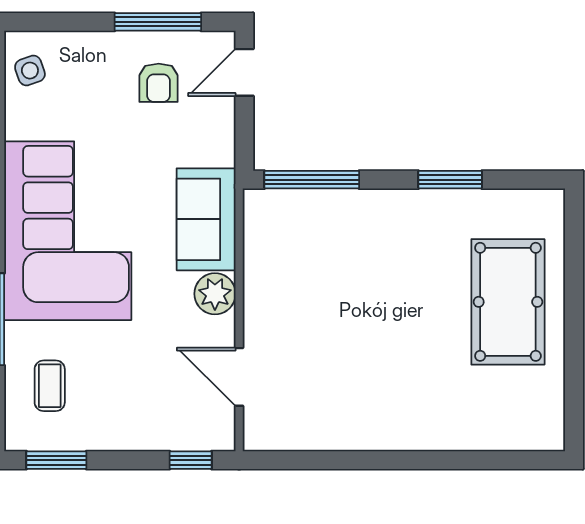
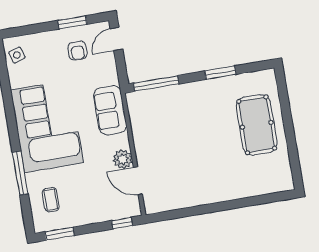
window: (158, 22) -> (72, 22), width x0.69
plant: (215, 294) -> (123, 159), moved

